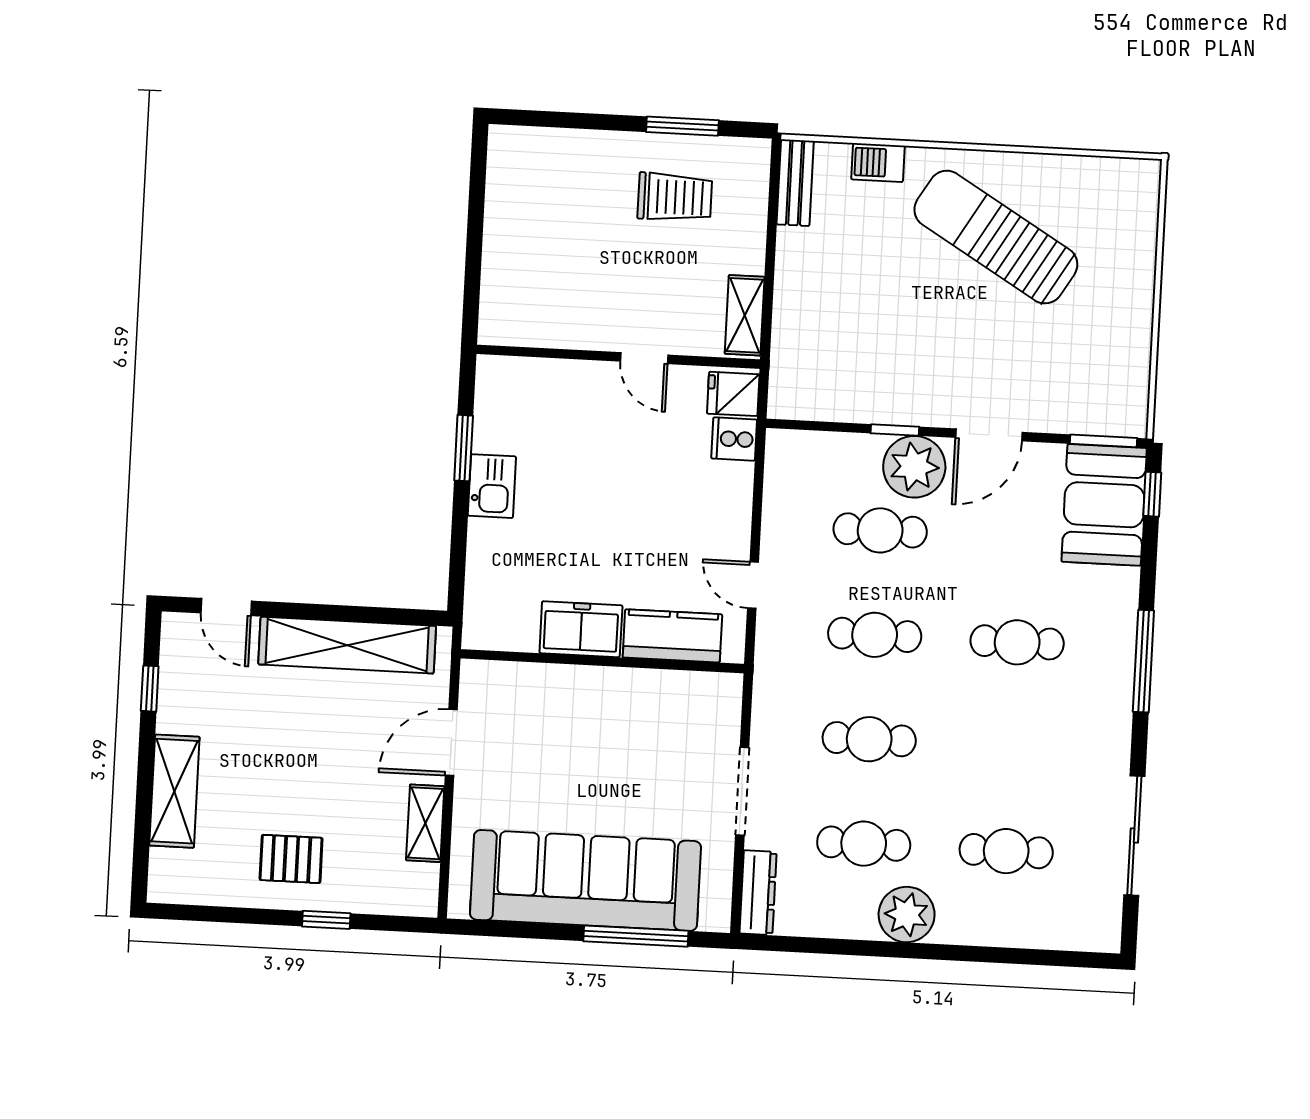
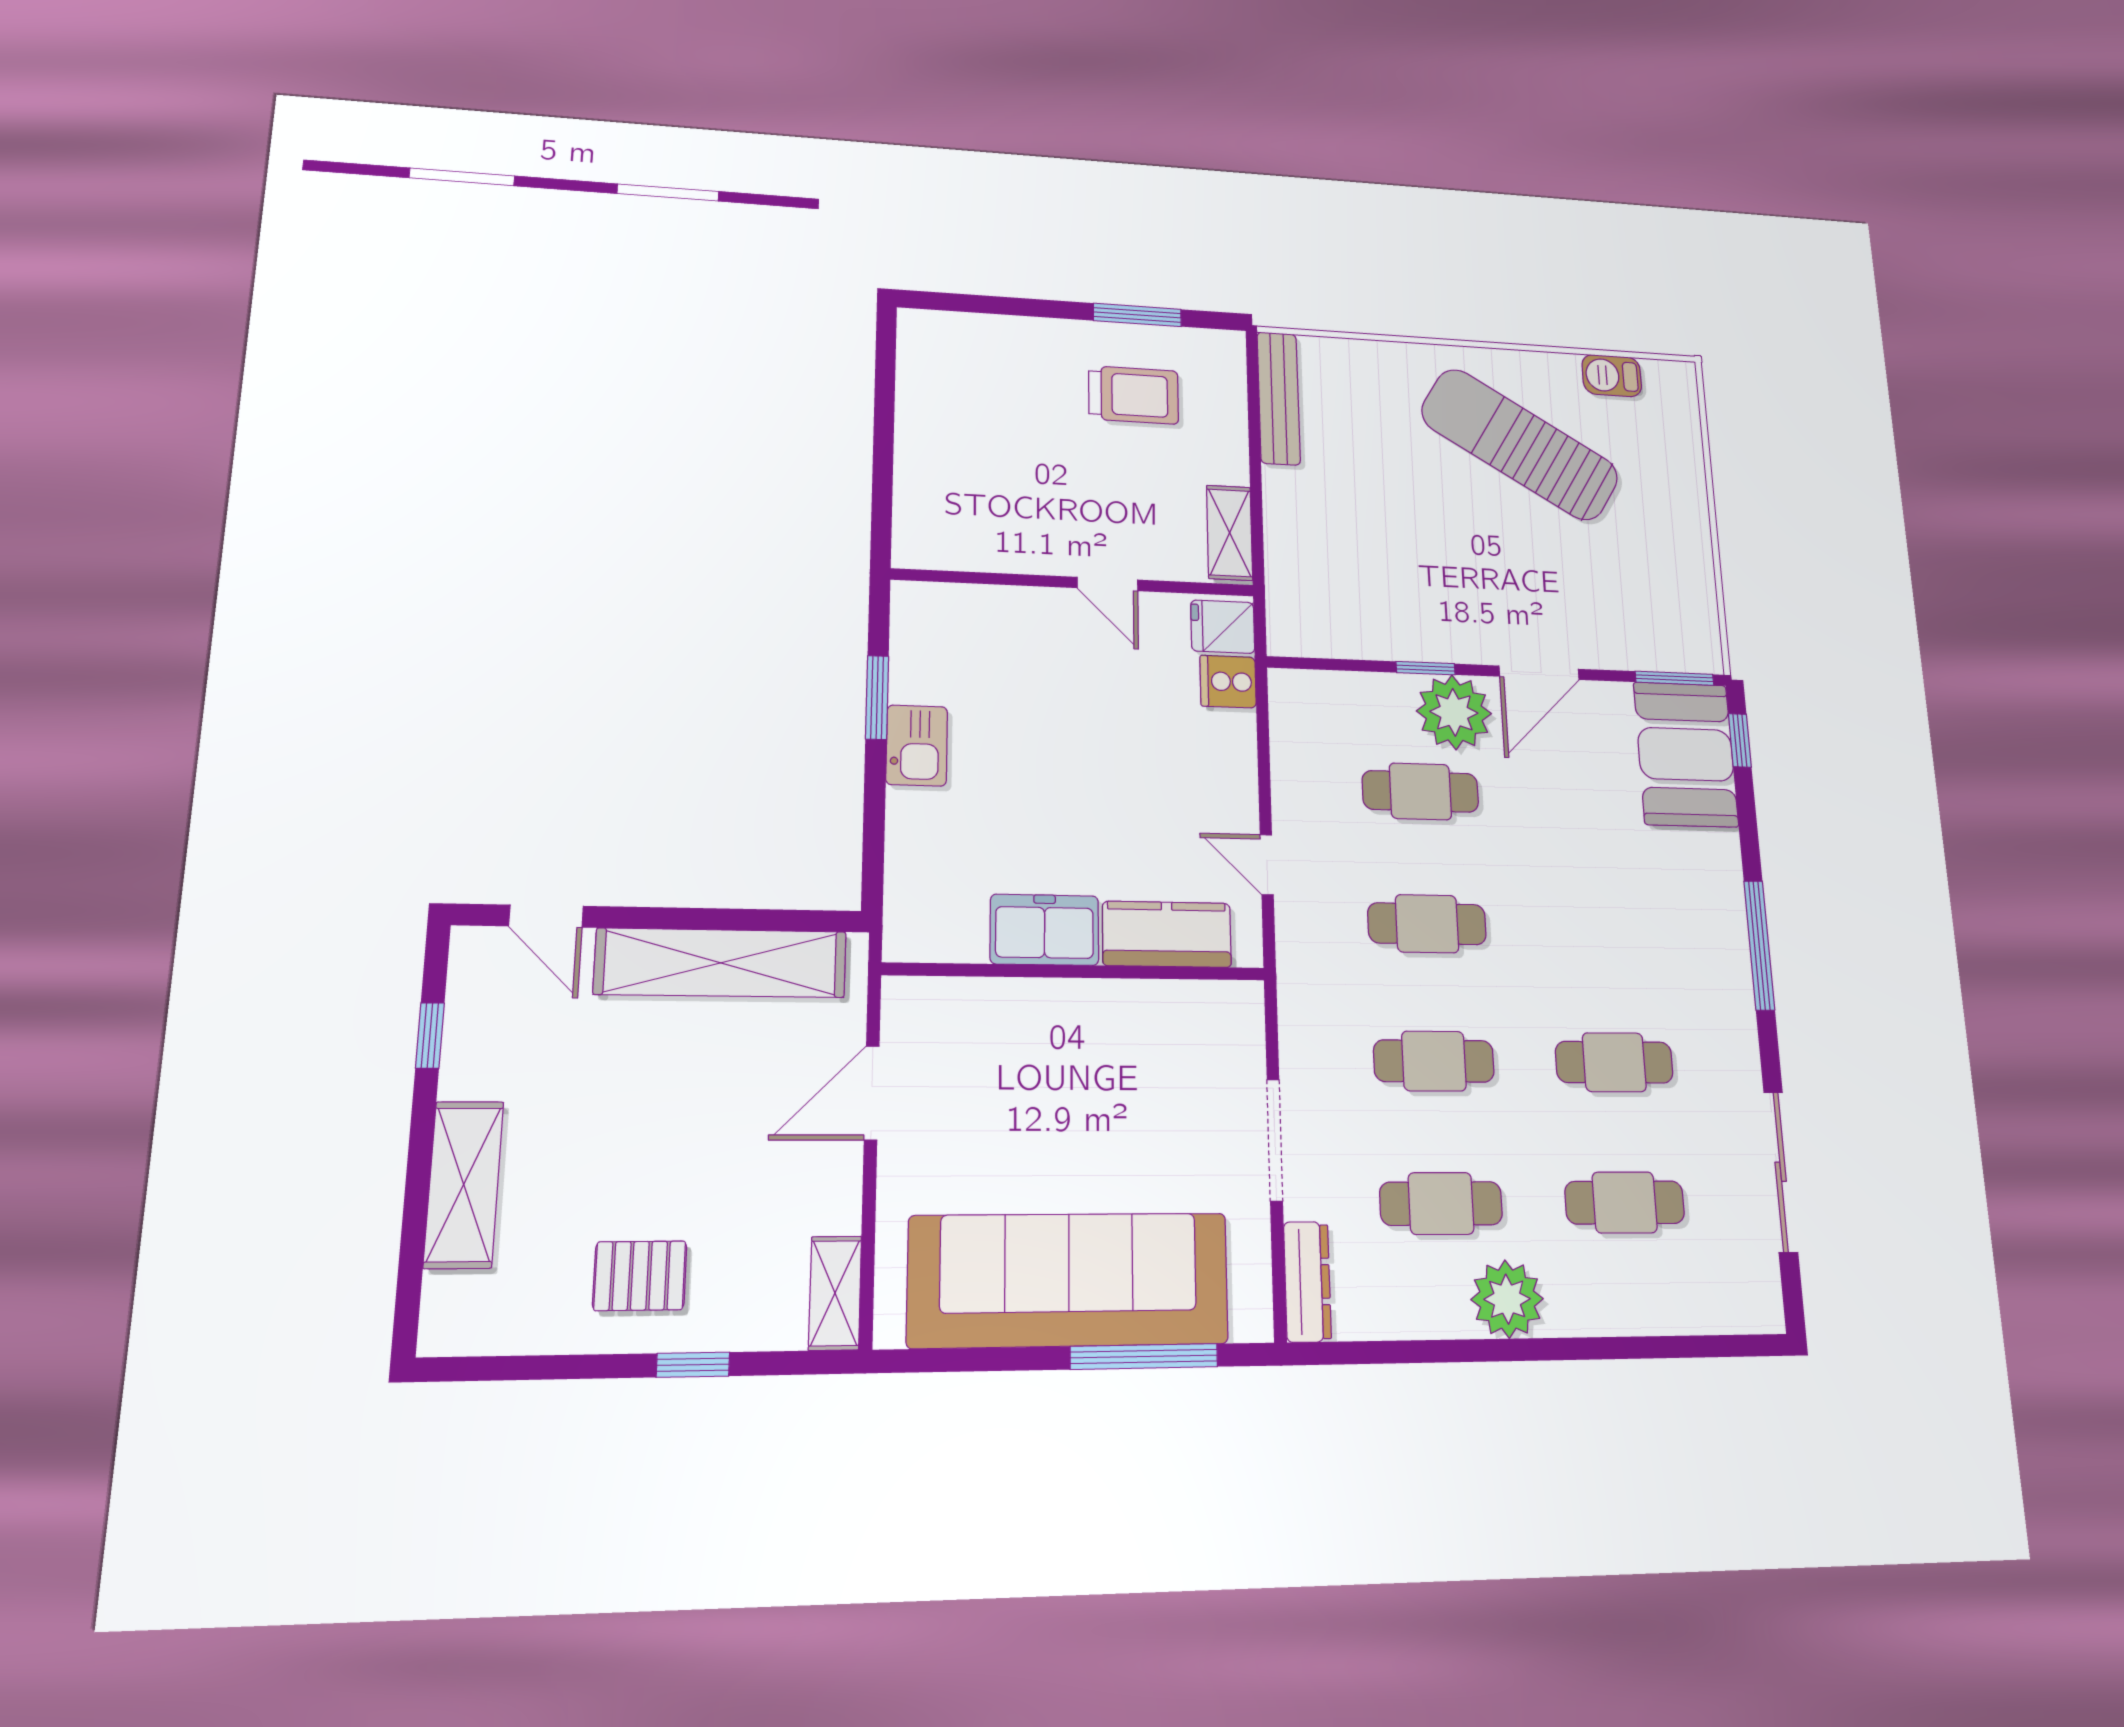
barbecue: (878, 163) -> (1612, 376), moved
bench: (795, 183) -> (1279, 398), width x1.36
cafe table: (1017, 642) -> (1614, 1062), moved
shelving: (425, 823) -> (835, 1293), moved

